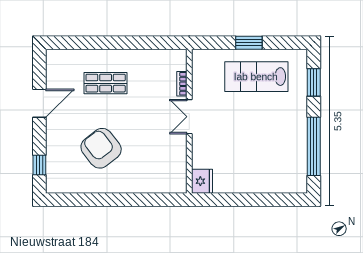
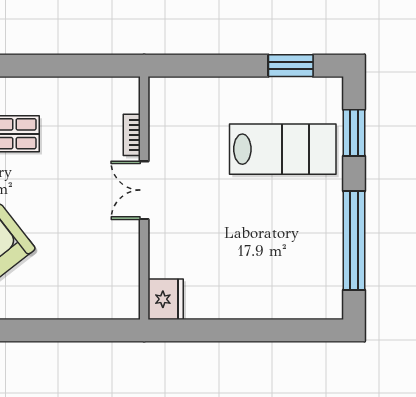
window: (249, 43) -> (291, 66), moved
lab bench: (256, 77) -> (283, 149), moved, turned 180

